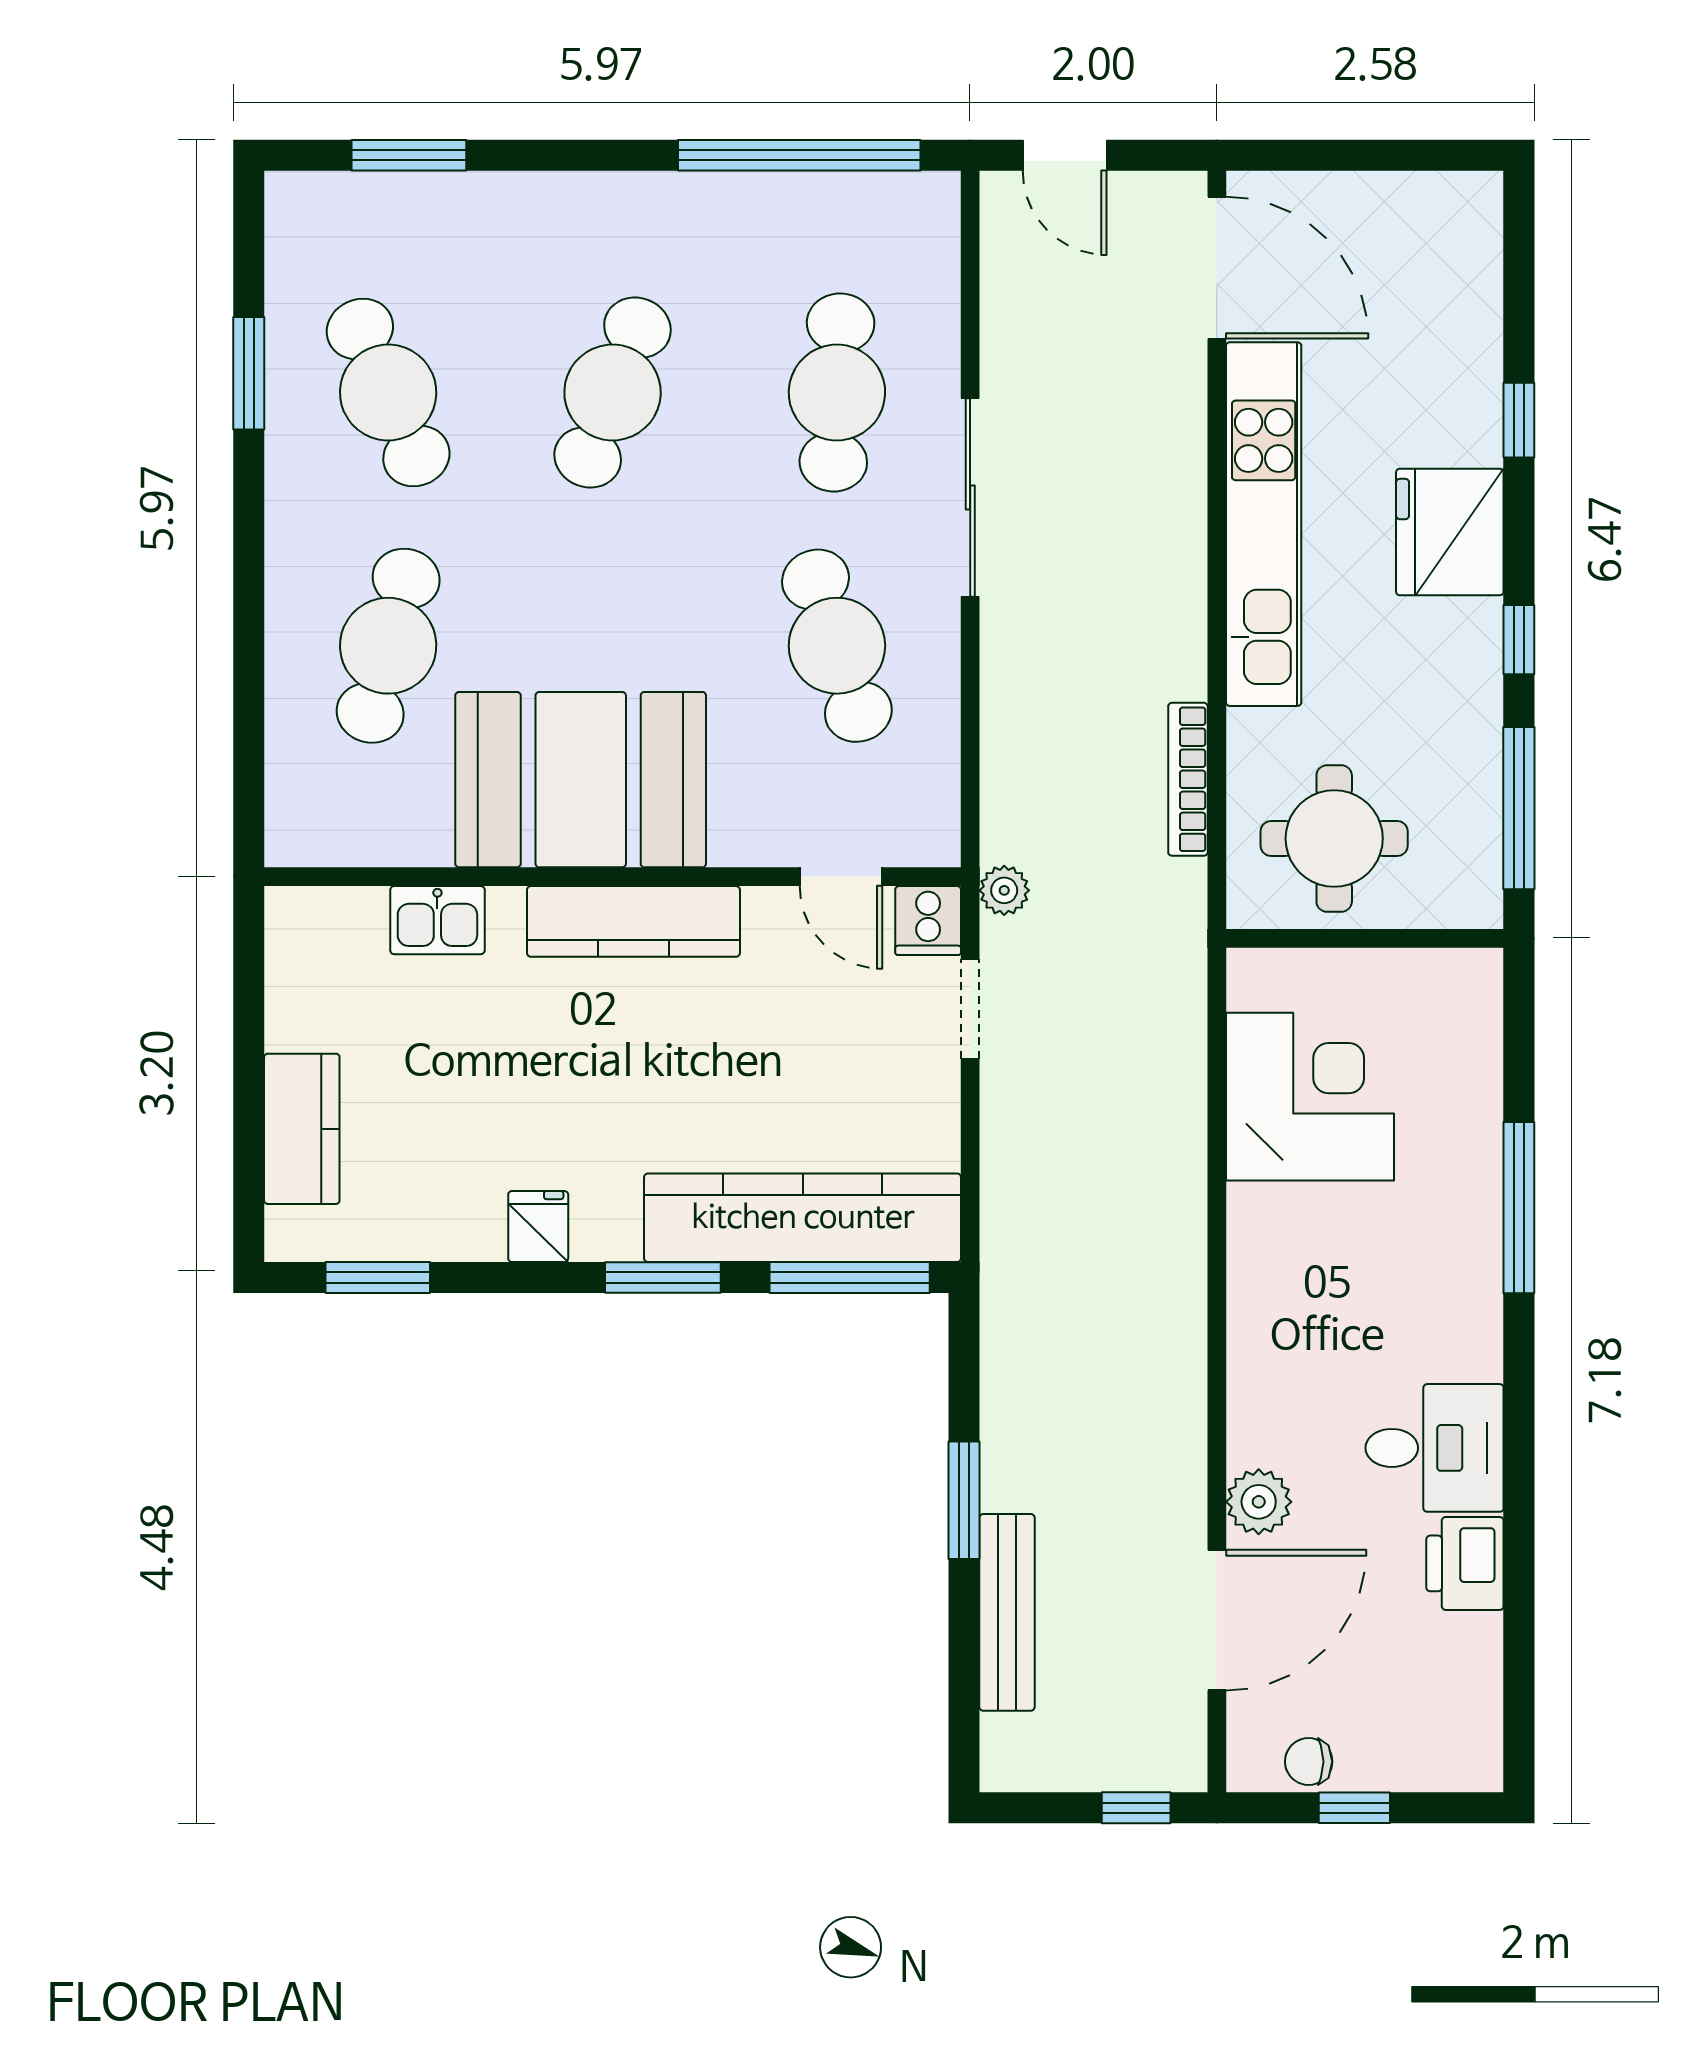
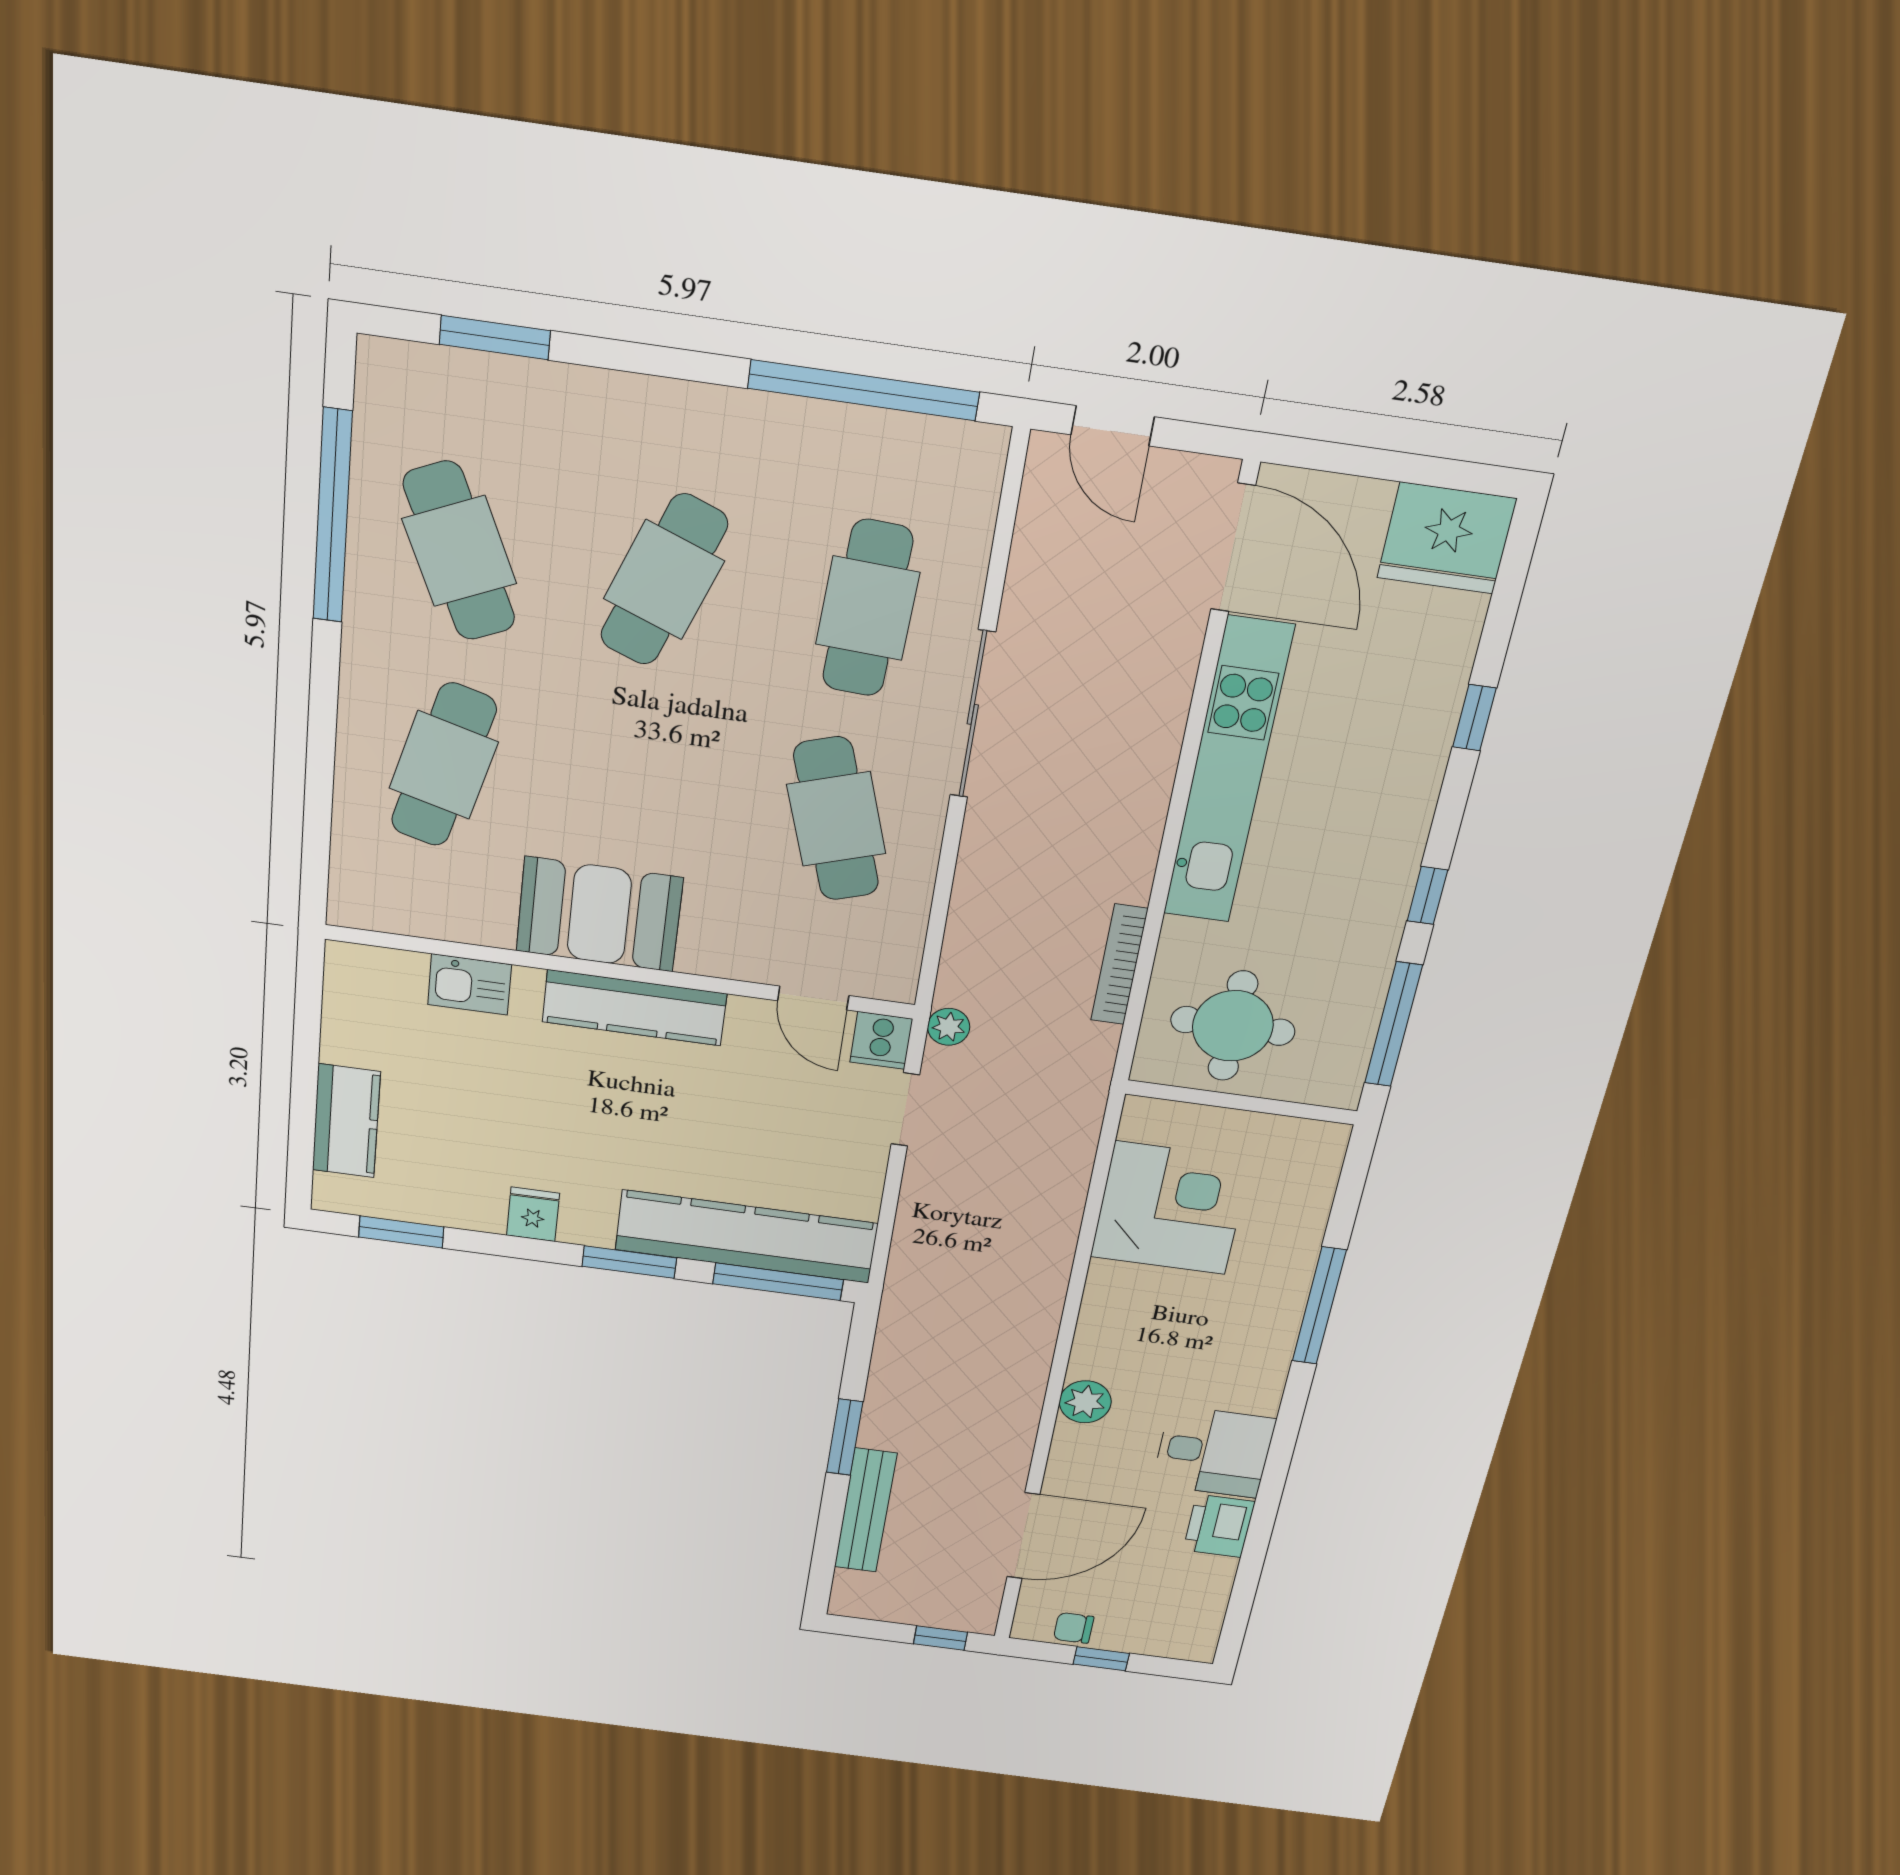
window: (249, 373) -> (333, 516), width x2.11
fridge: (1450, 532) -> (1447, 538), moved, turned -90
booth: (581, 780) -> (599, 914), width x0.73, depth x0.70
plant: (1259, 1502) -> (1085, 1402), moved

